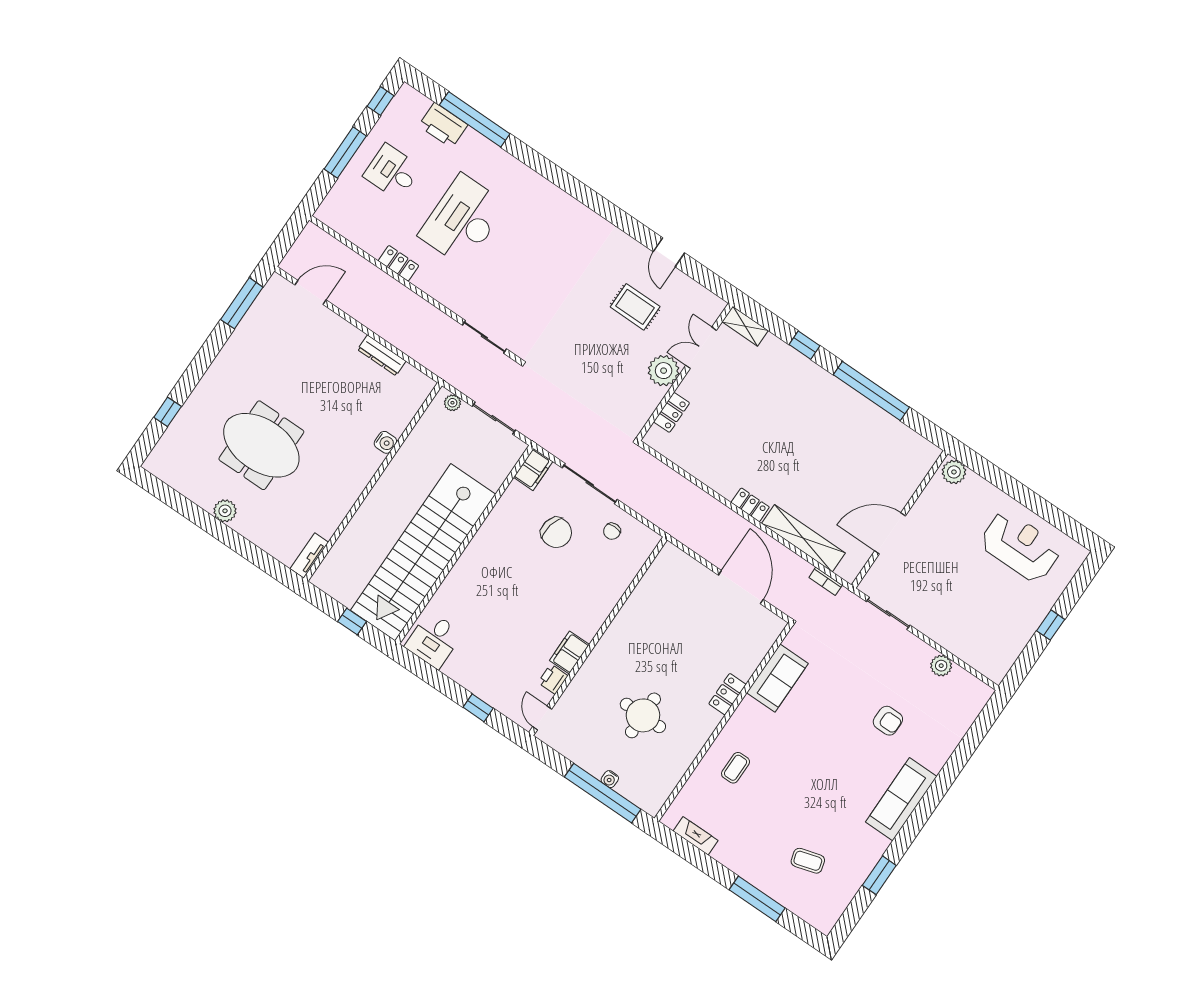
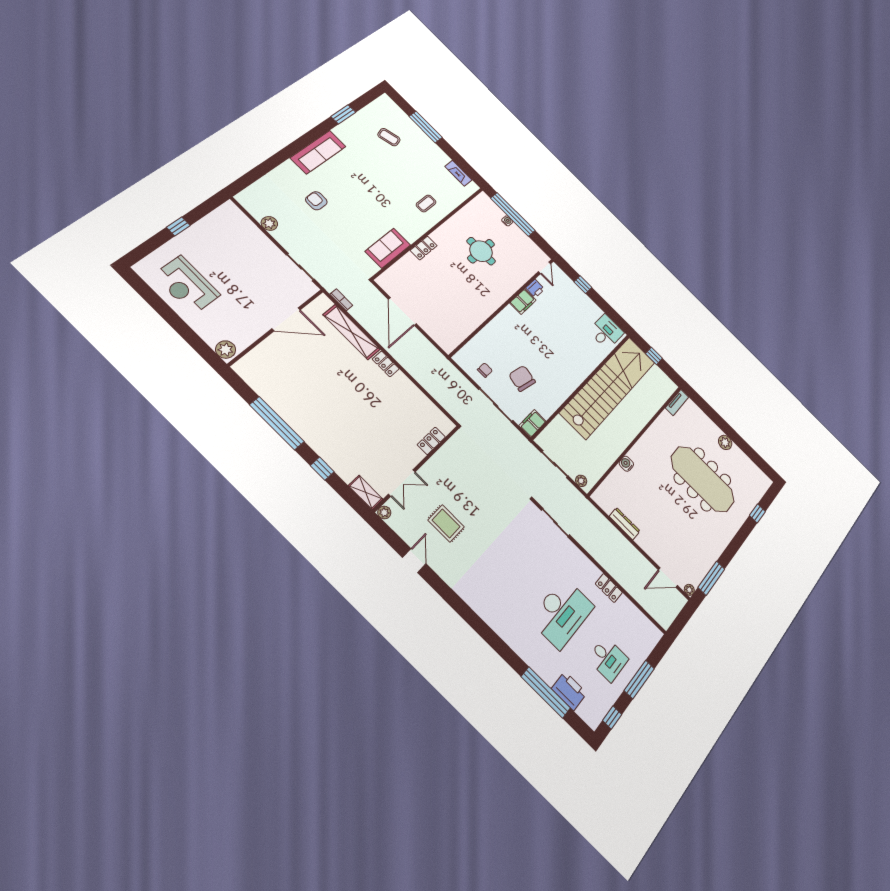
plant: (276, 281) -> (689, 590), added
plant: (664, 371) -> (384, 512), moved, width x0.53, depth x0.53
meeting table: (261, 445) -> (703, 479), width x1.36

